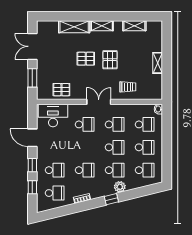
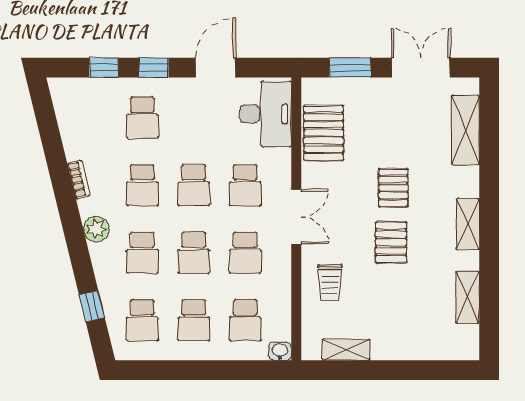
shelving: (74, 27) -> (465, 130), moved
pallet: (110, 60) -> (391, 242), turned 90
shelving: (158, 63) -> (346, 350), moved
pallet: (61, 90) -> (324, 133), width x1.50, depth x1.42
plant: (120, 187) -> (96, 229), moved
school desk: (55, 193) -> (194, 185), moved
window: (111, 199) -> (92, 306), moved

